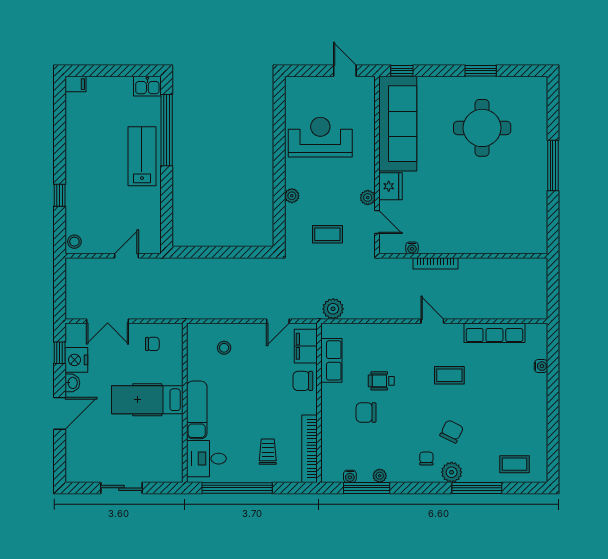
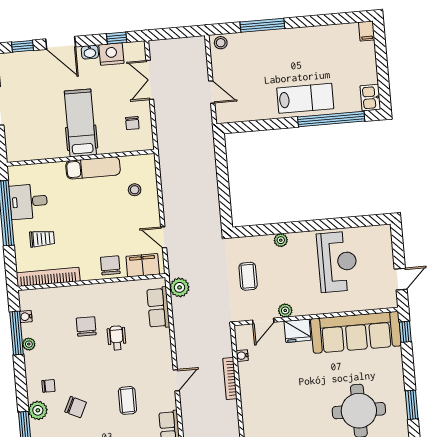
window: (60, 195) -> (262, 25), width x2.17
row of seats: (331, 360) -> (158, 308), moved, turned 90
exam couch: (197, 410) -> (93, 168), moved
window: (60, 455) -> (22, 46), added
desk: (206, 459) -> (28, 202), moved, turned -90

